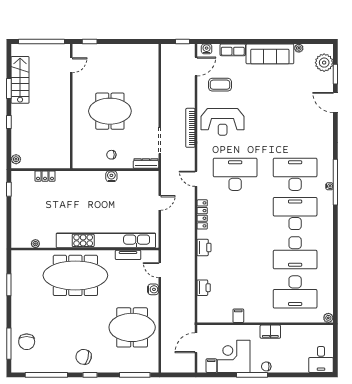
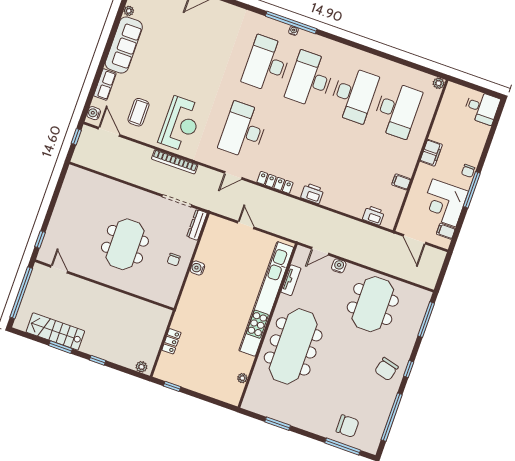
printer: (204, 288) -> (374, 215), moved

